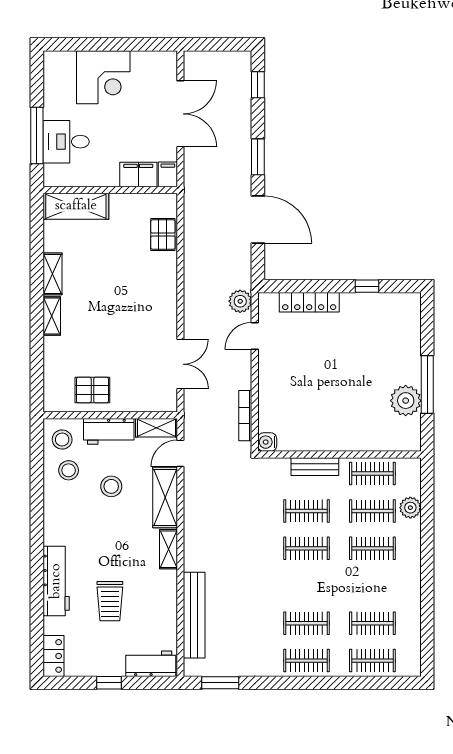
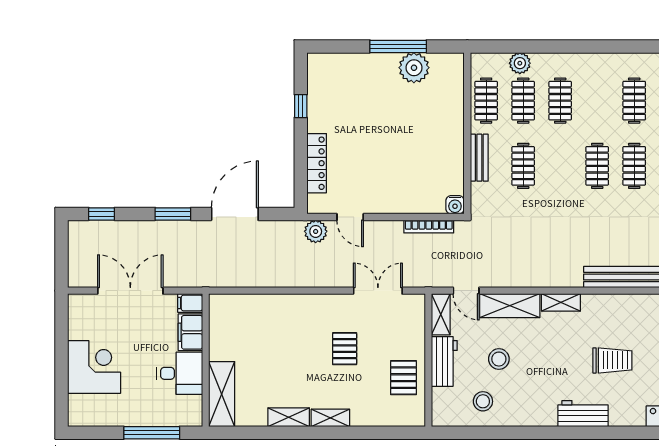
desk: (66, 142) -> (180, 373), moved, turned -90
pallet: (163, 235) -> (345, 349), moved, turned 90
stool: (62, 440) -> (452, 408), removed
clothes rail: (306, 548) -> (597, 166), moved
workbench: (56, 581) -> (583, 414), width x0.73

